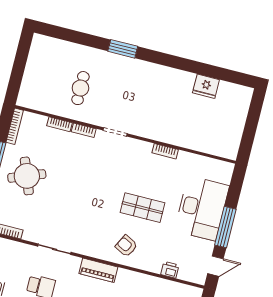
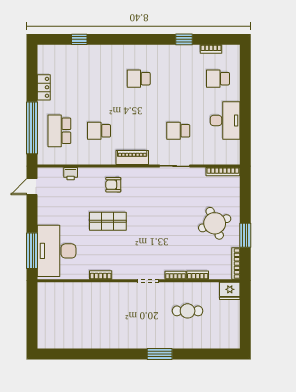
fridge: (206, 86) -> (230, 291), moved, turned 180
cafe table: (80, 88) -> (188, 311), turned 90
desk: (202, 208) -> (57, 251), moved
window: (225, 227) -> (32, 251), moved
armchair: (126, 246) -> (113, 185), turned 153

